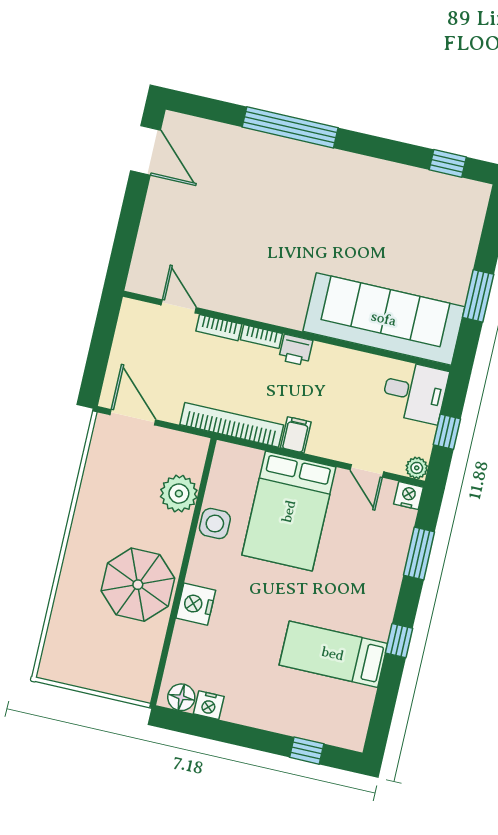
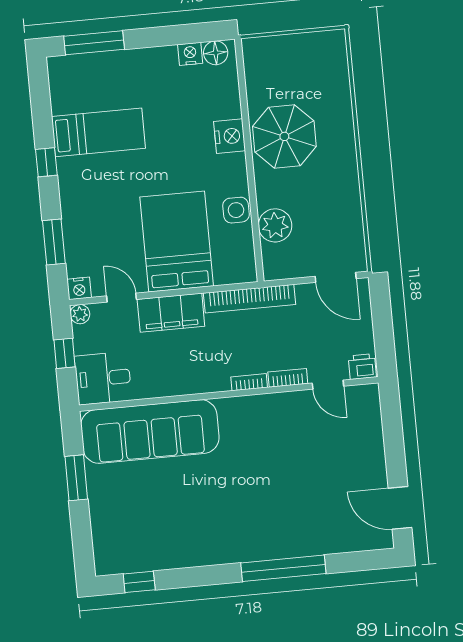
printer: (296, 350) -> (362, 367), moved
filing cabinet: (296, 435) -> (171, 313), width x3.00, depth x1.17
window: (307, 751) -> (94, 43), width x2.17

